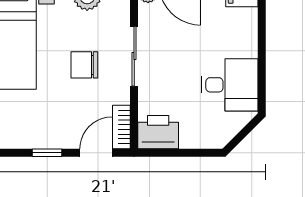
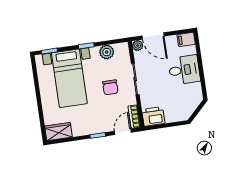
chair: (84, 65) -> (110, 87), turned -90
desk: (230, 85) -> (184, 70), moved

